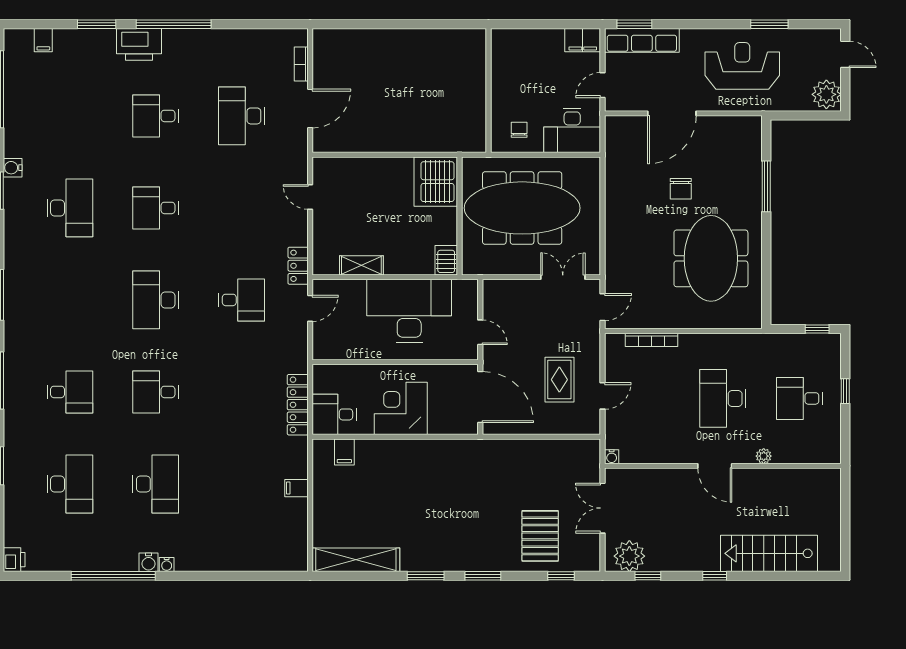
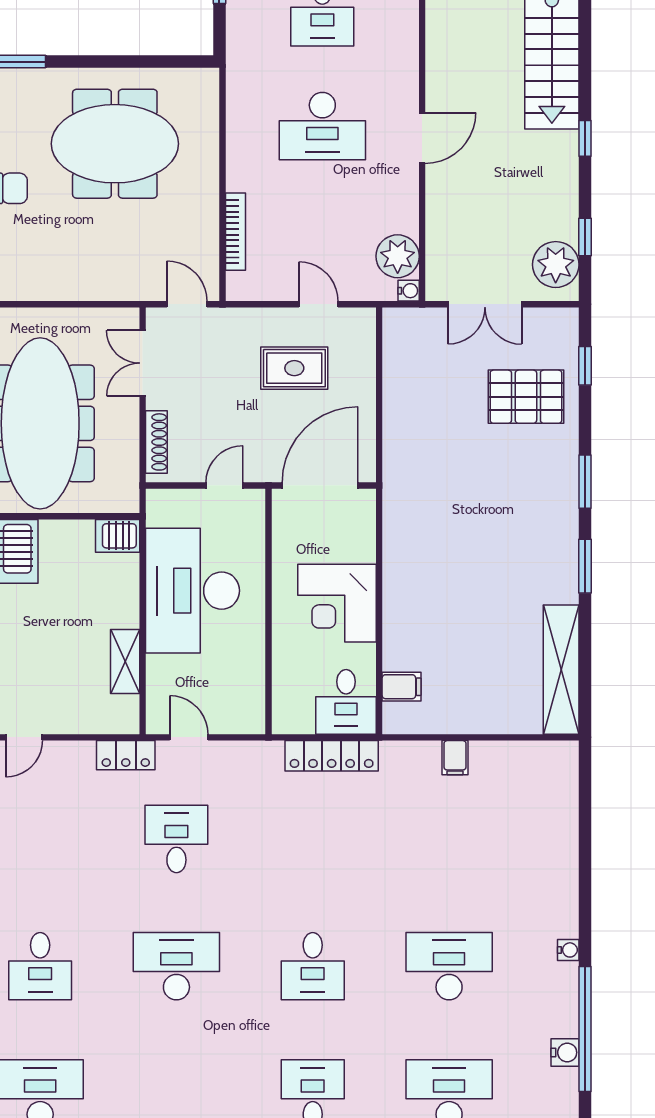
shoe rack: (510, 286) -> (156, 442), added
desk: (156, 300) -> (176, 966), turned 180
plant: (764, 456) -> (398, 256), moved, width x1.87, depth x1.87
water cooler: (148, 562) -> (565, 1052), moved

